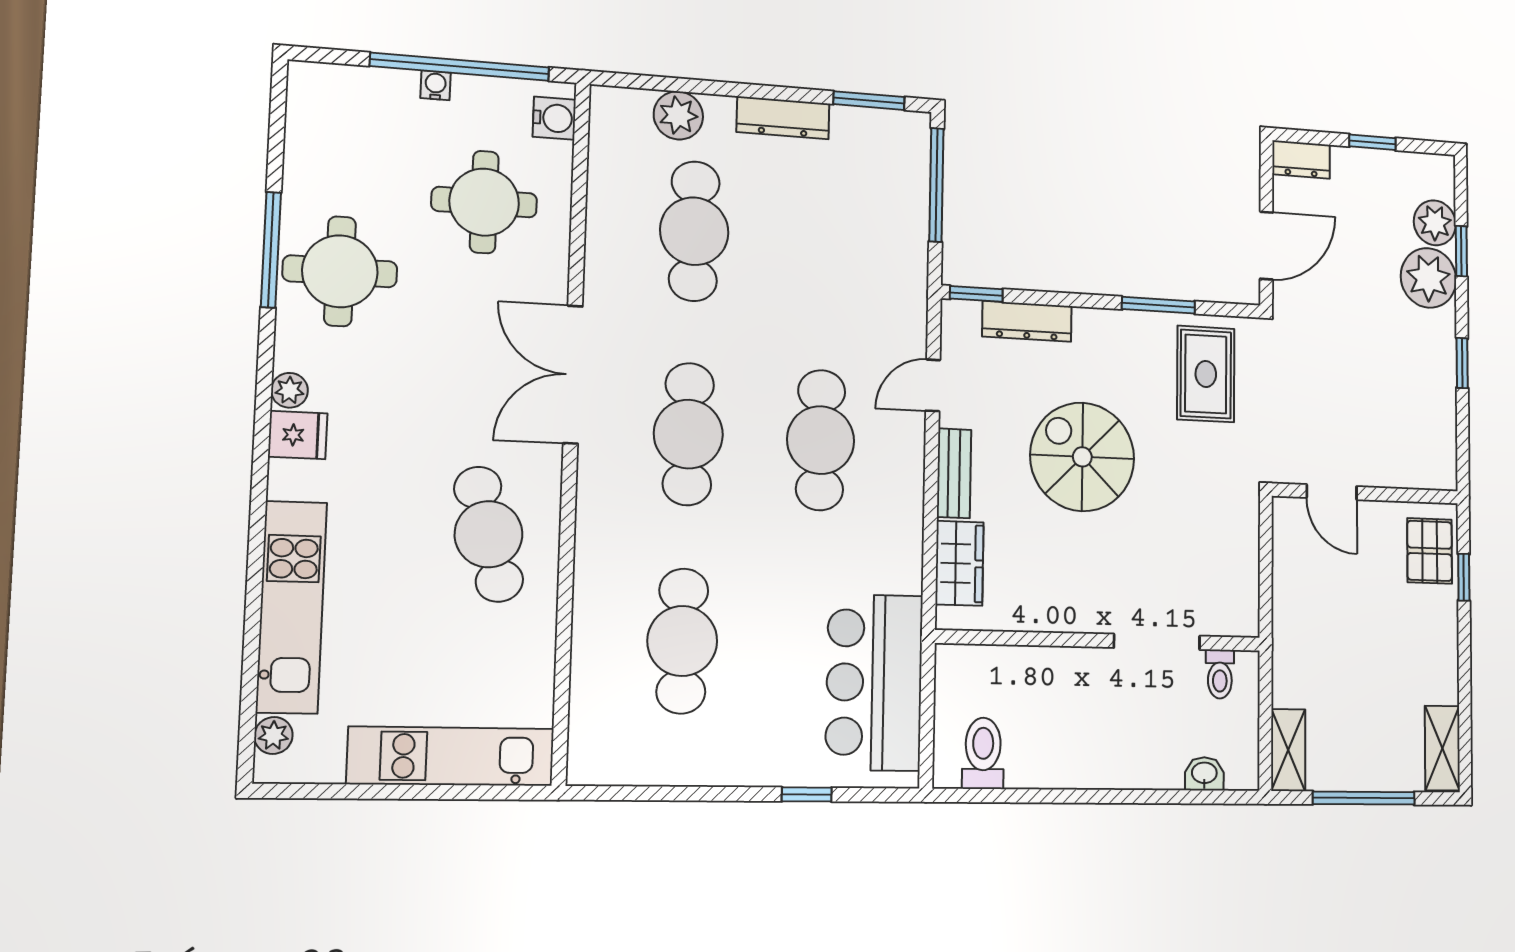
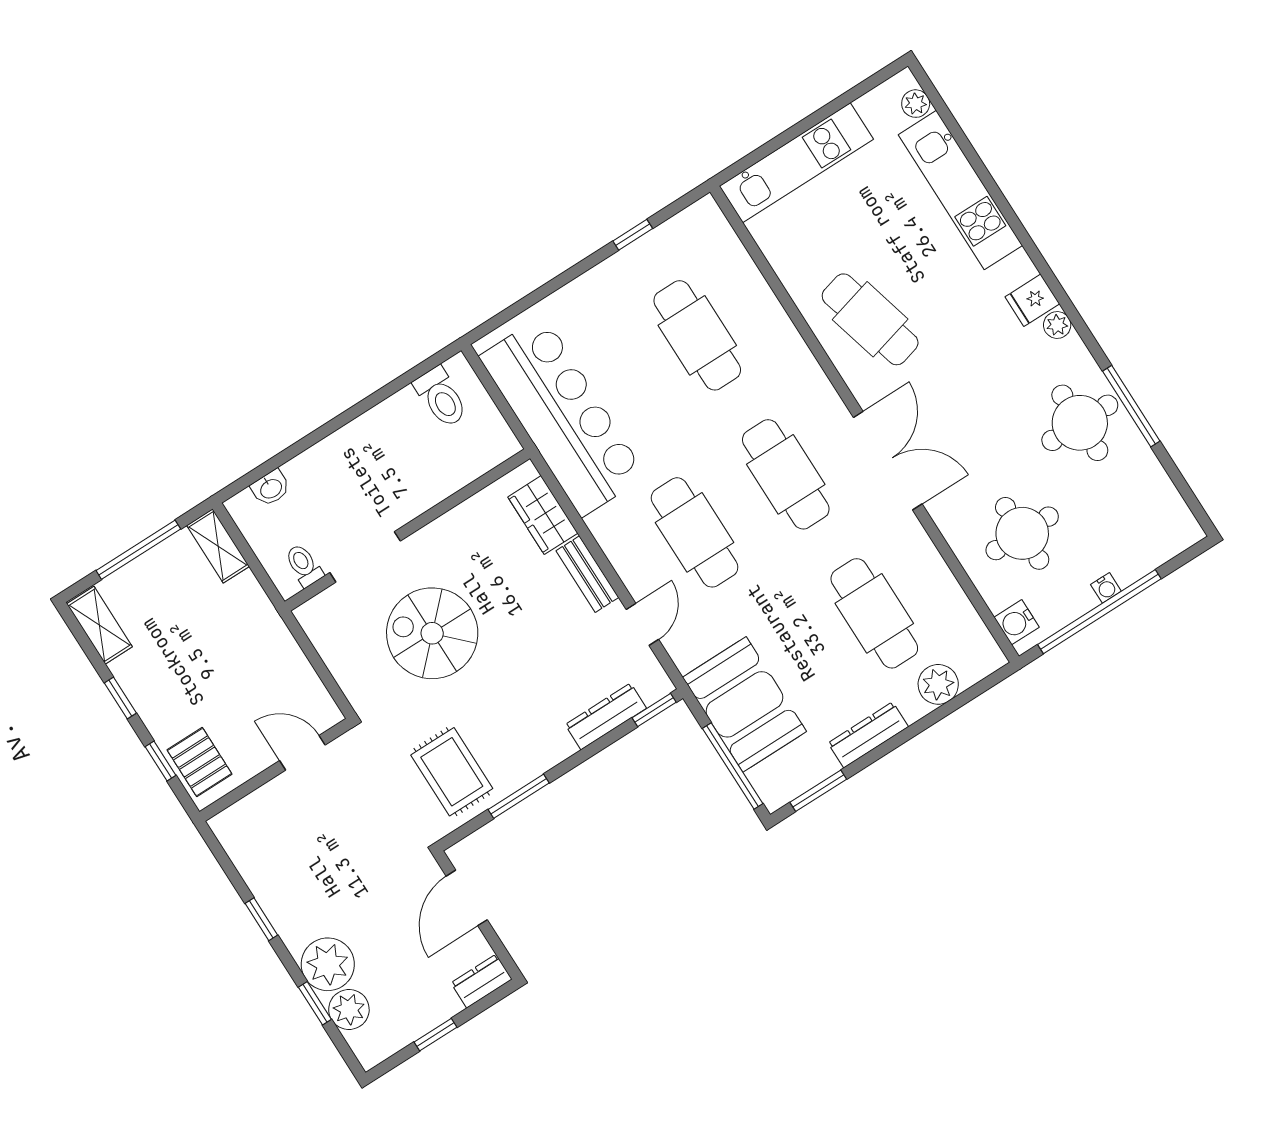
booth: (885, 236) -> (744, 704), added
spiral stairs: (1082, 457) -> (432, 633), moved, turned 180
window: (1464, 664) -> (120, 698), added
bar counter: (874, 682) -> (563, 416), width x1.36
window: (807, 794) -> (633, 235), moved

